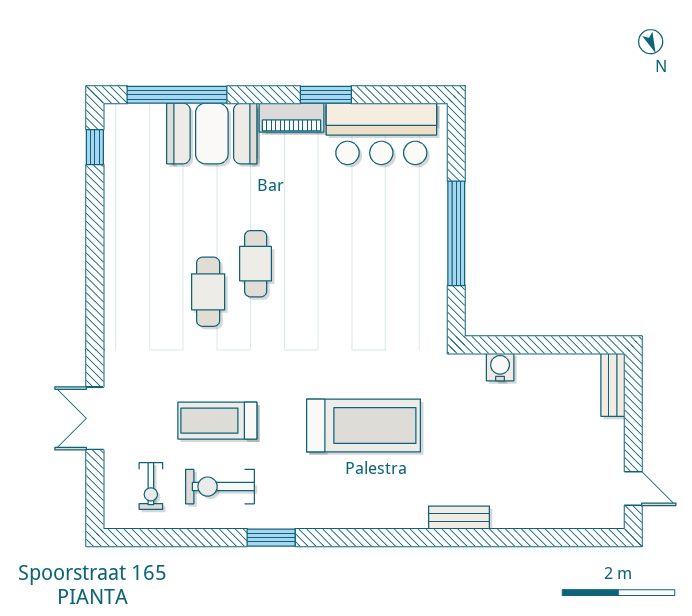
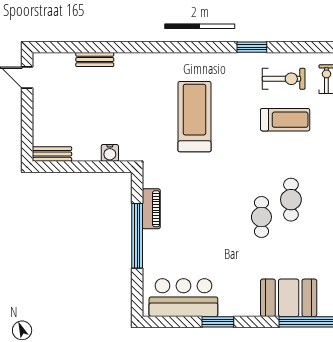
piano: (292, 118) -> (151, 209), moved, turned 90
bench: (613, 385) -> (52, 154), moved, turned 90
treadmill: (364, 425) -> (195, 117), turned 90
bench: (459, 518) -> (95, 60), moved

